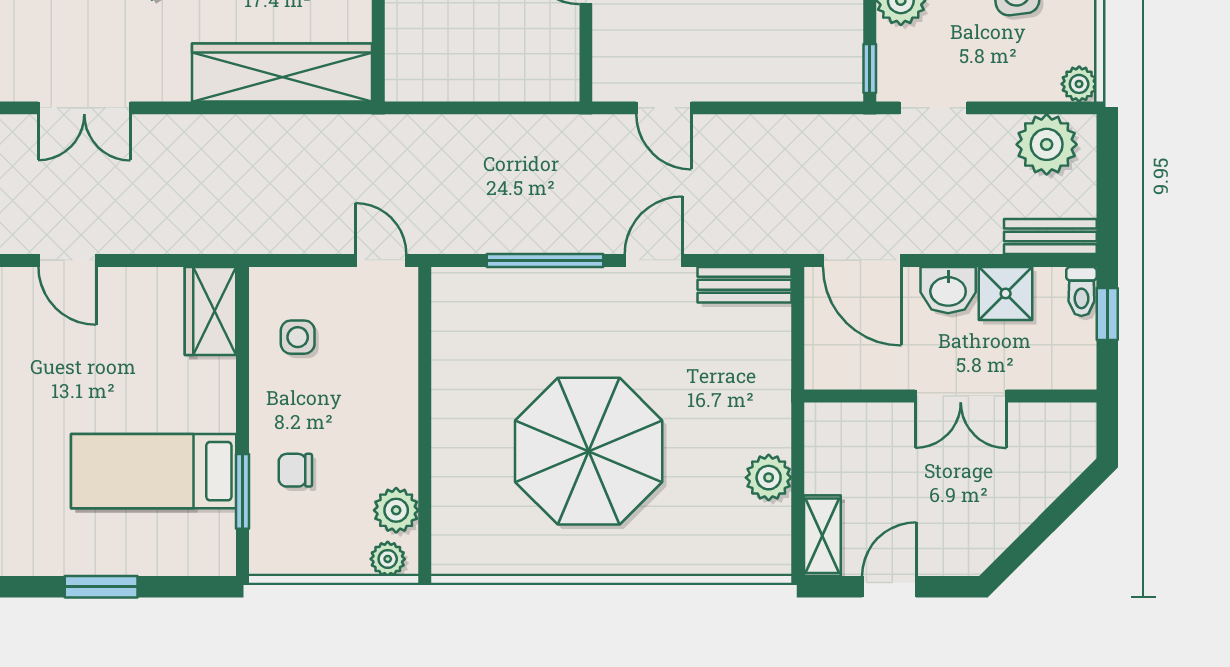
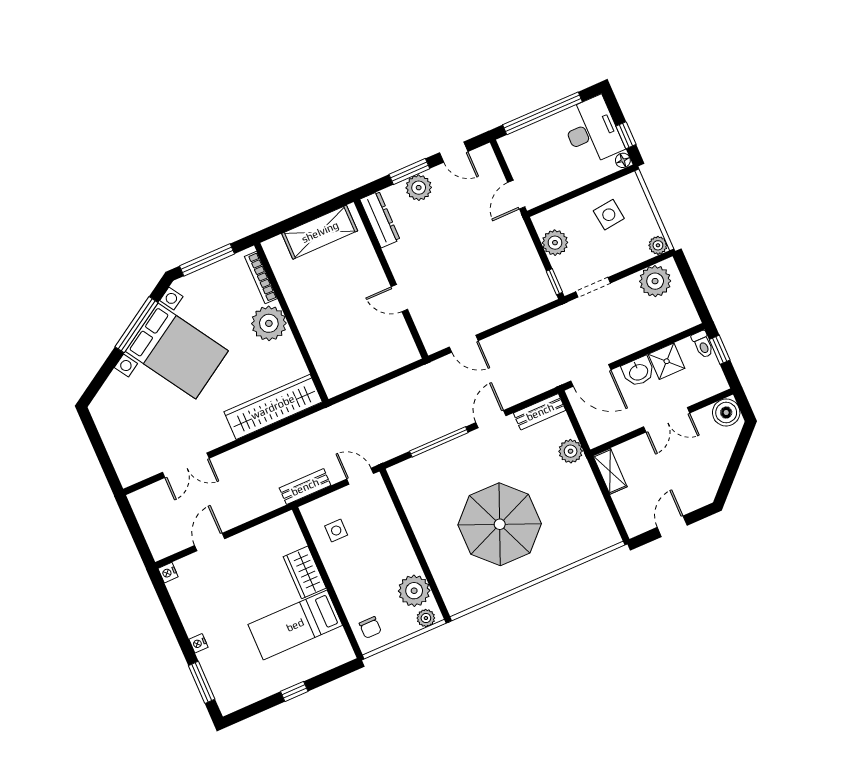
bench: (1050, 236) -> (305, 487), moved
door: (67, 260) -> (210, 542), swing flipped
wardrobe: (211, 311) -> (305, 572), moved
boiler: (1071, 429) -> (726, 413), added
chair: (295, 470) -> (370, 627), moved, turned -90
plant: (769, 478) -> (571, 451), moved
window: (243, 491) -> (342, 616), removed
plant: (396, 510) -> (414, 591), width x1.36, depth x1.36
shelving: (822, 536) -> (610, 471), moved
window: (101, 587) -> (294, 691), width x0.67

